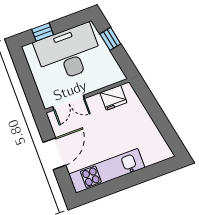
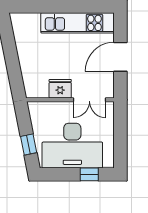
fridge: (113, 98) -> (60, 89), moved
double door: (69, 103) -> (89, 100), swing flipped

